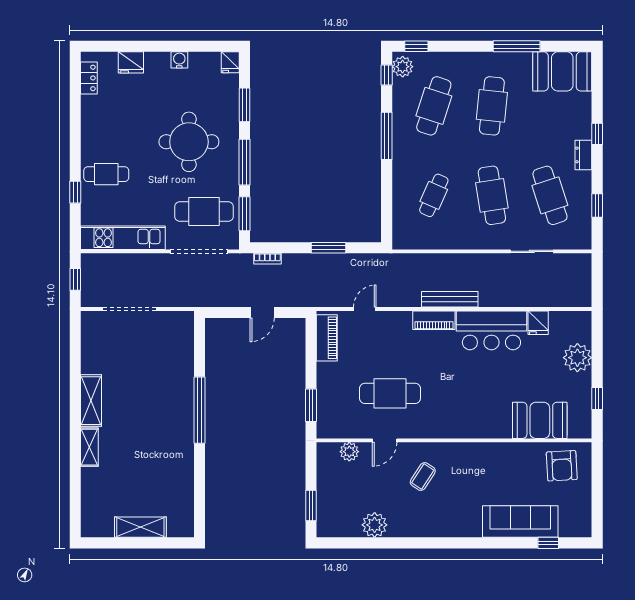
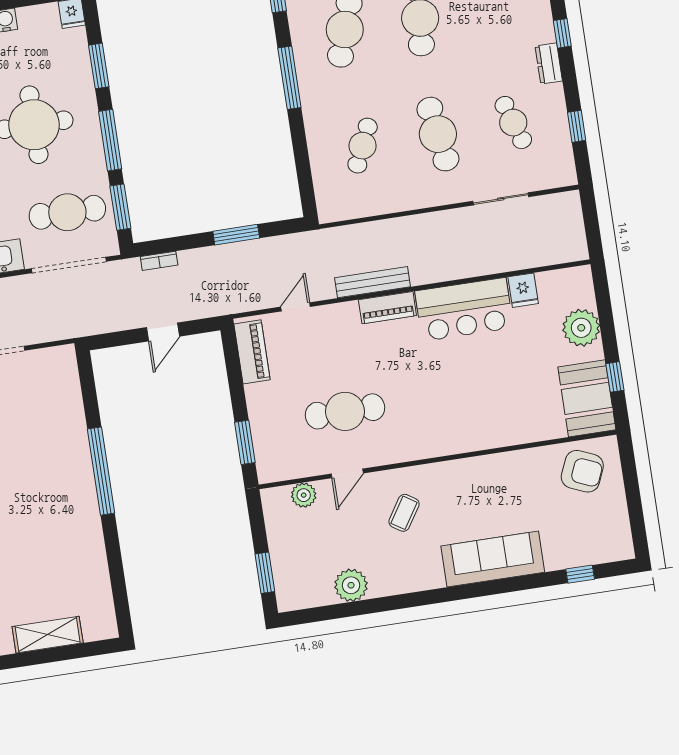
cafe table: (550, 195) -> (513, 123), width x0.73, depth x0.74
bench: (450, 299) -> (373, 282), moved
booth: (540, 420) -> (587, 398), moved, turned 90
armchair: (562, 466) -> (582, 471), turned -64
sofa: (520, 522) -> (493, 559), moved

